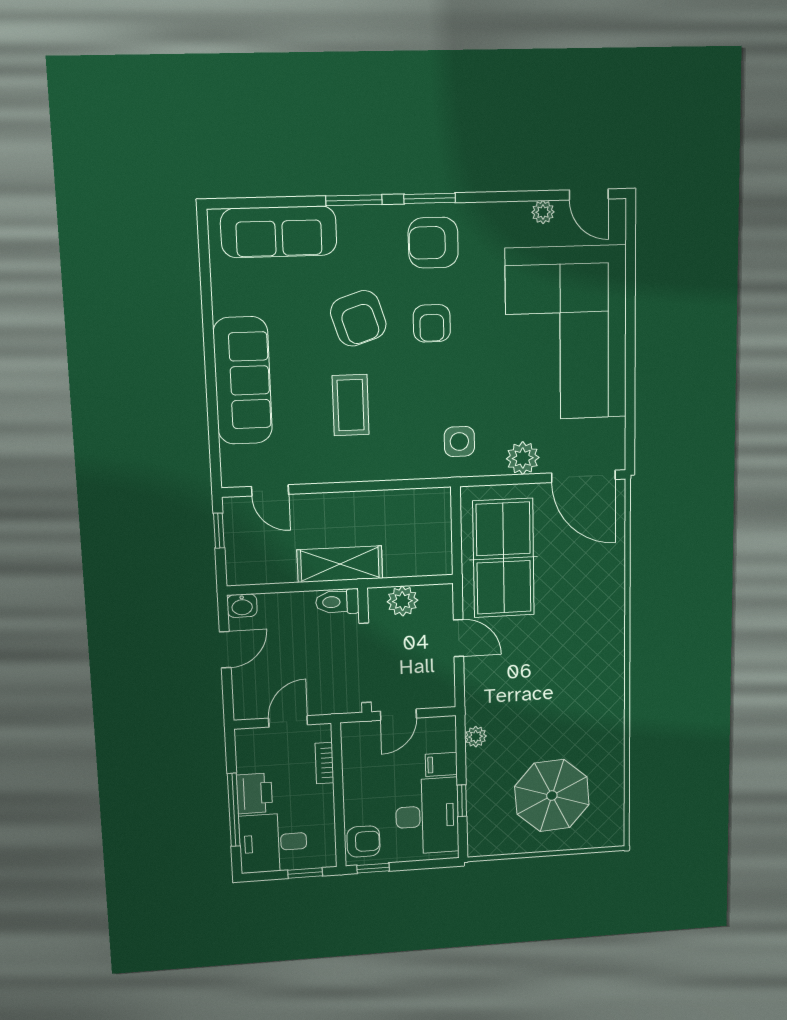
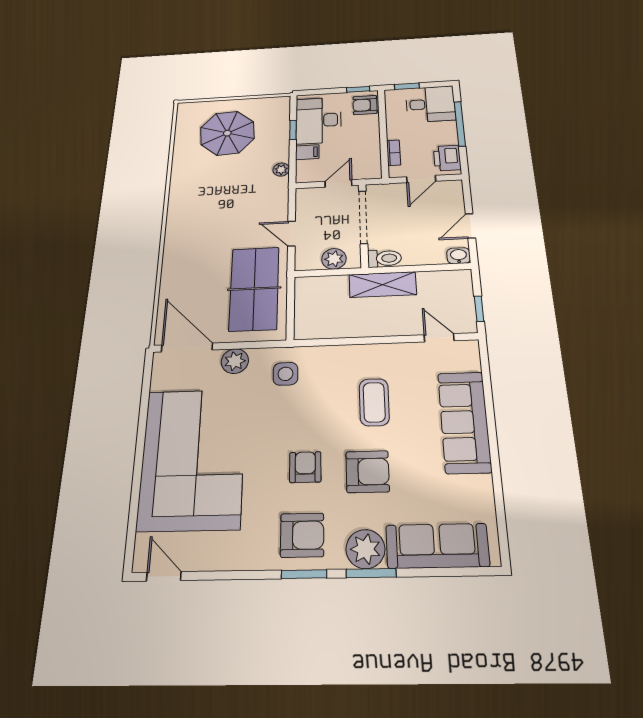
plant: (543, 212) -> (365, 549), moved, width x1.87, depth x1.87
armchair: (358, 318) -> (368, 472), turned 108
printer: (254, 793) -> (447, 158), moved

